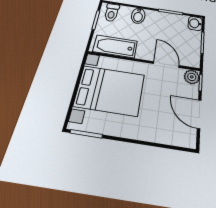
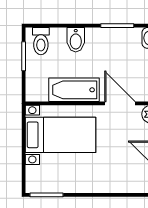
bathtub: (115, 46) -> (74, 90), moved
bed with nightstands: (110, 90) -> (60, 135), width x0.73

